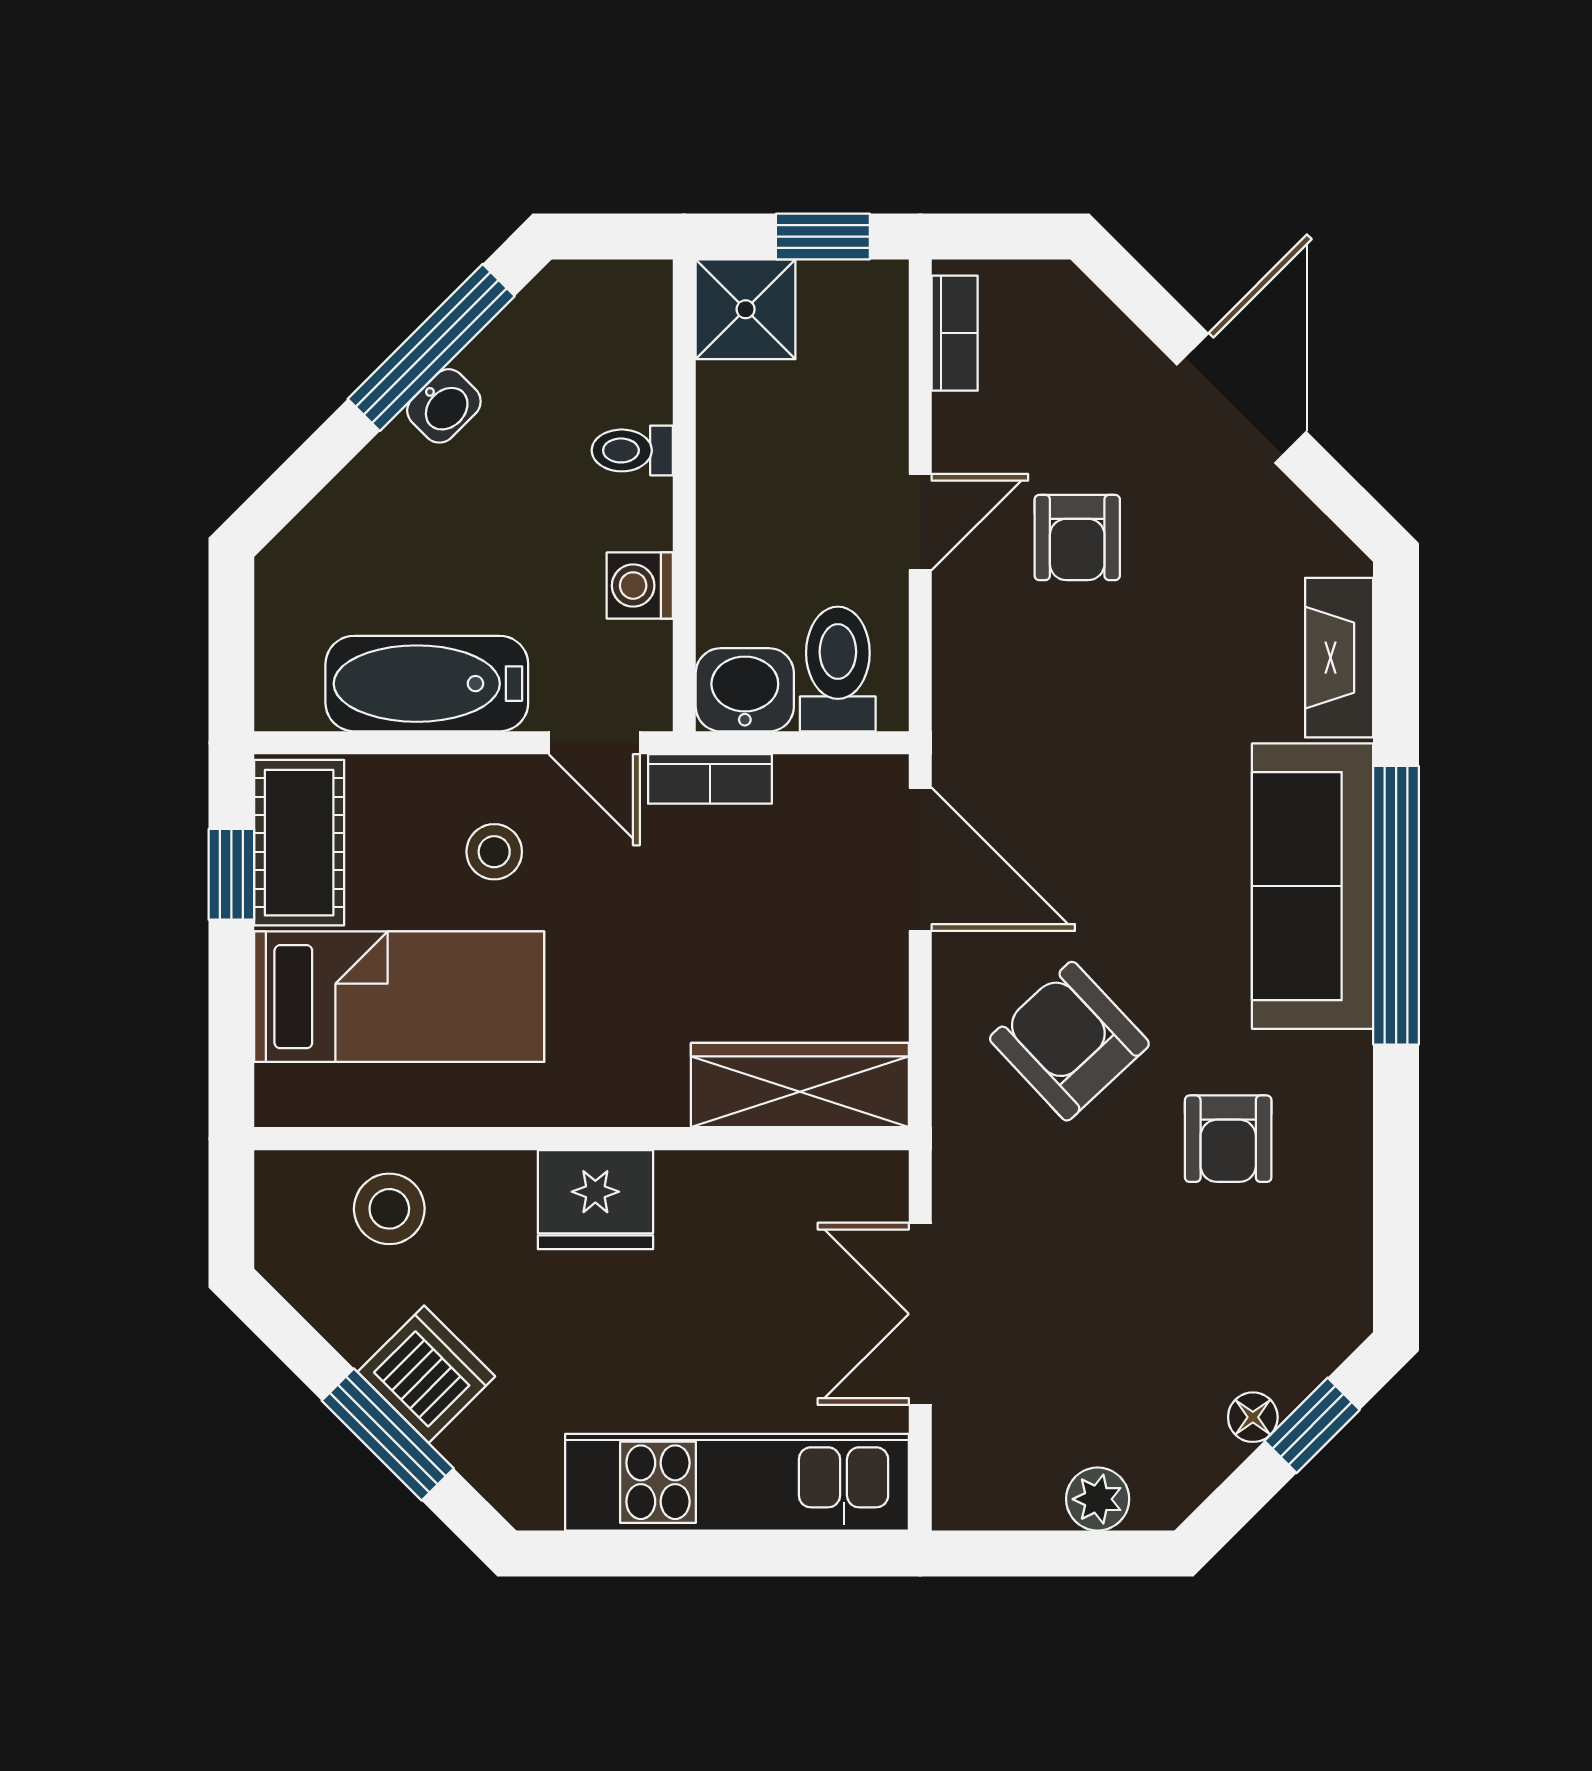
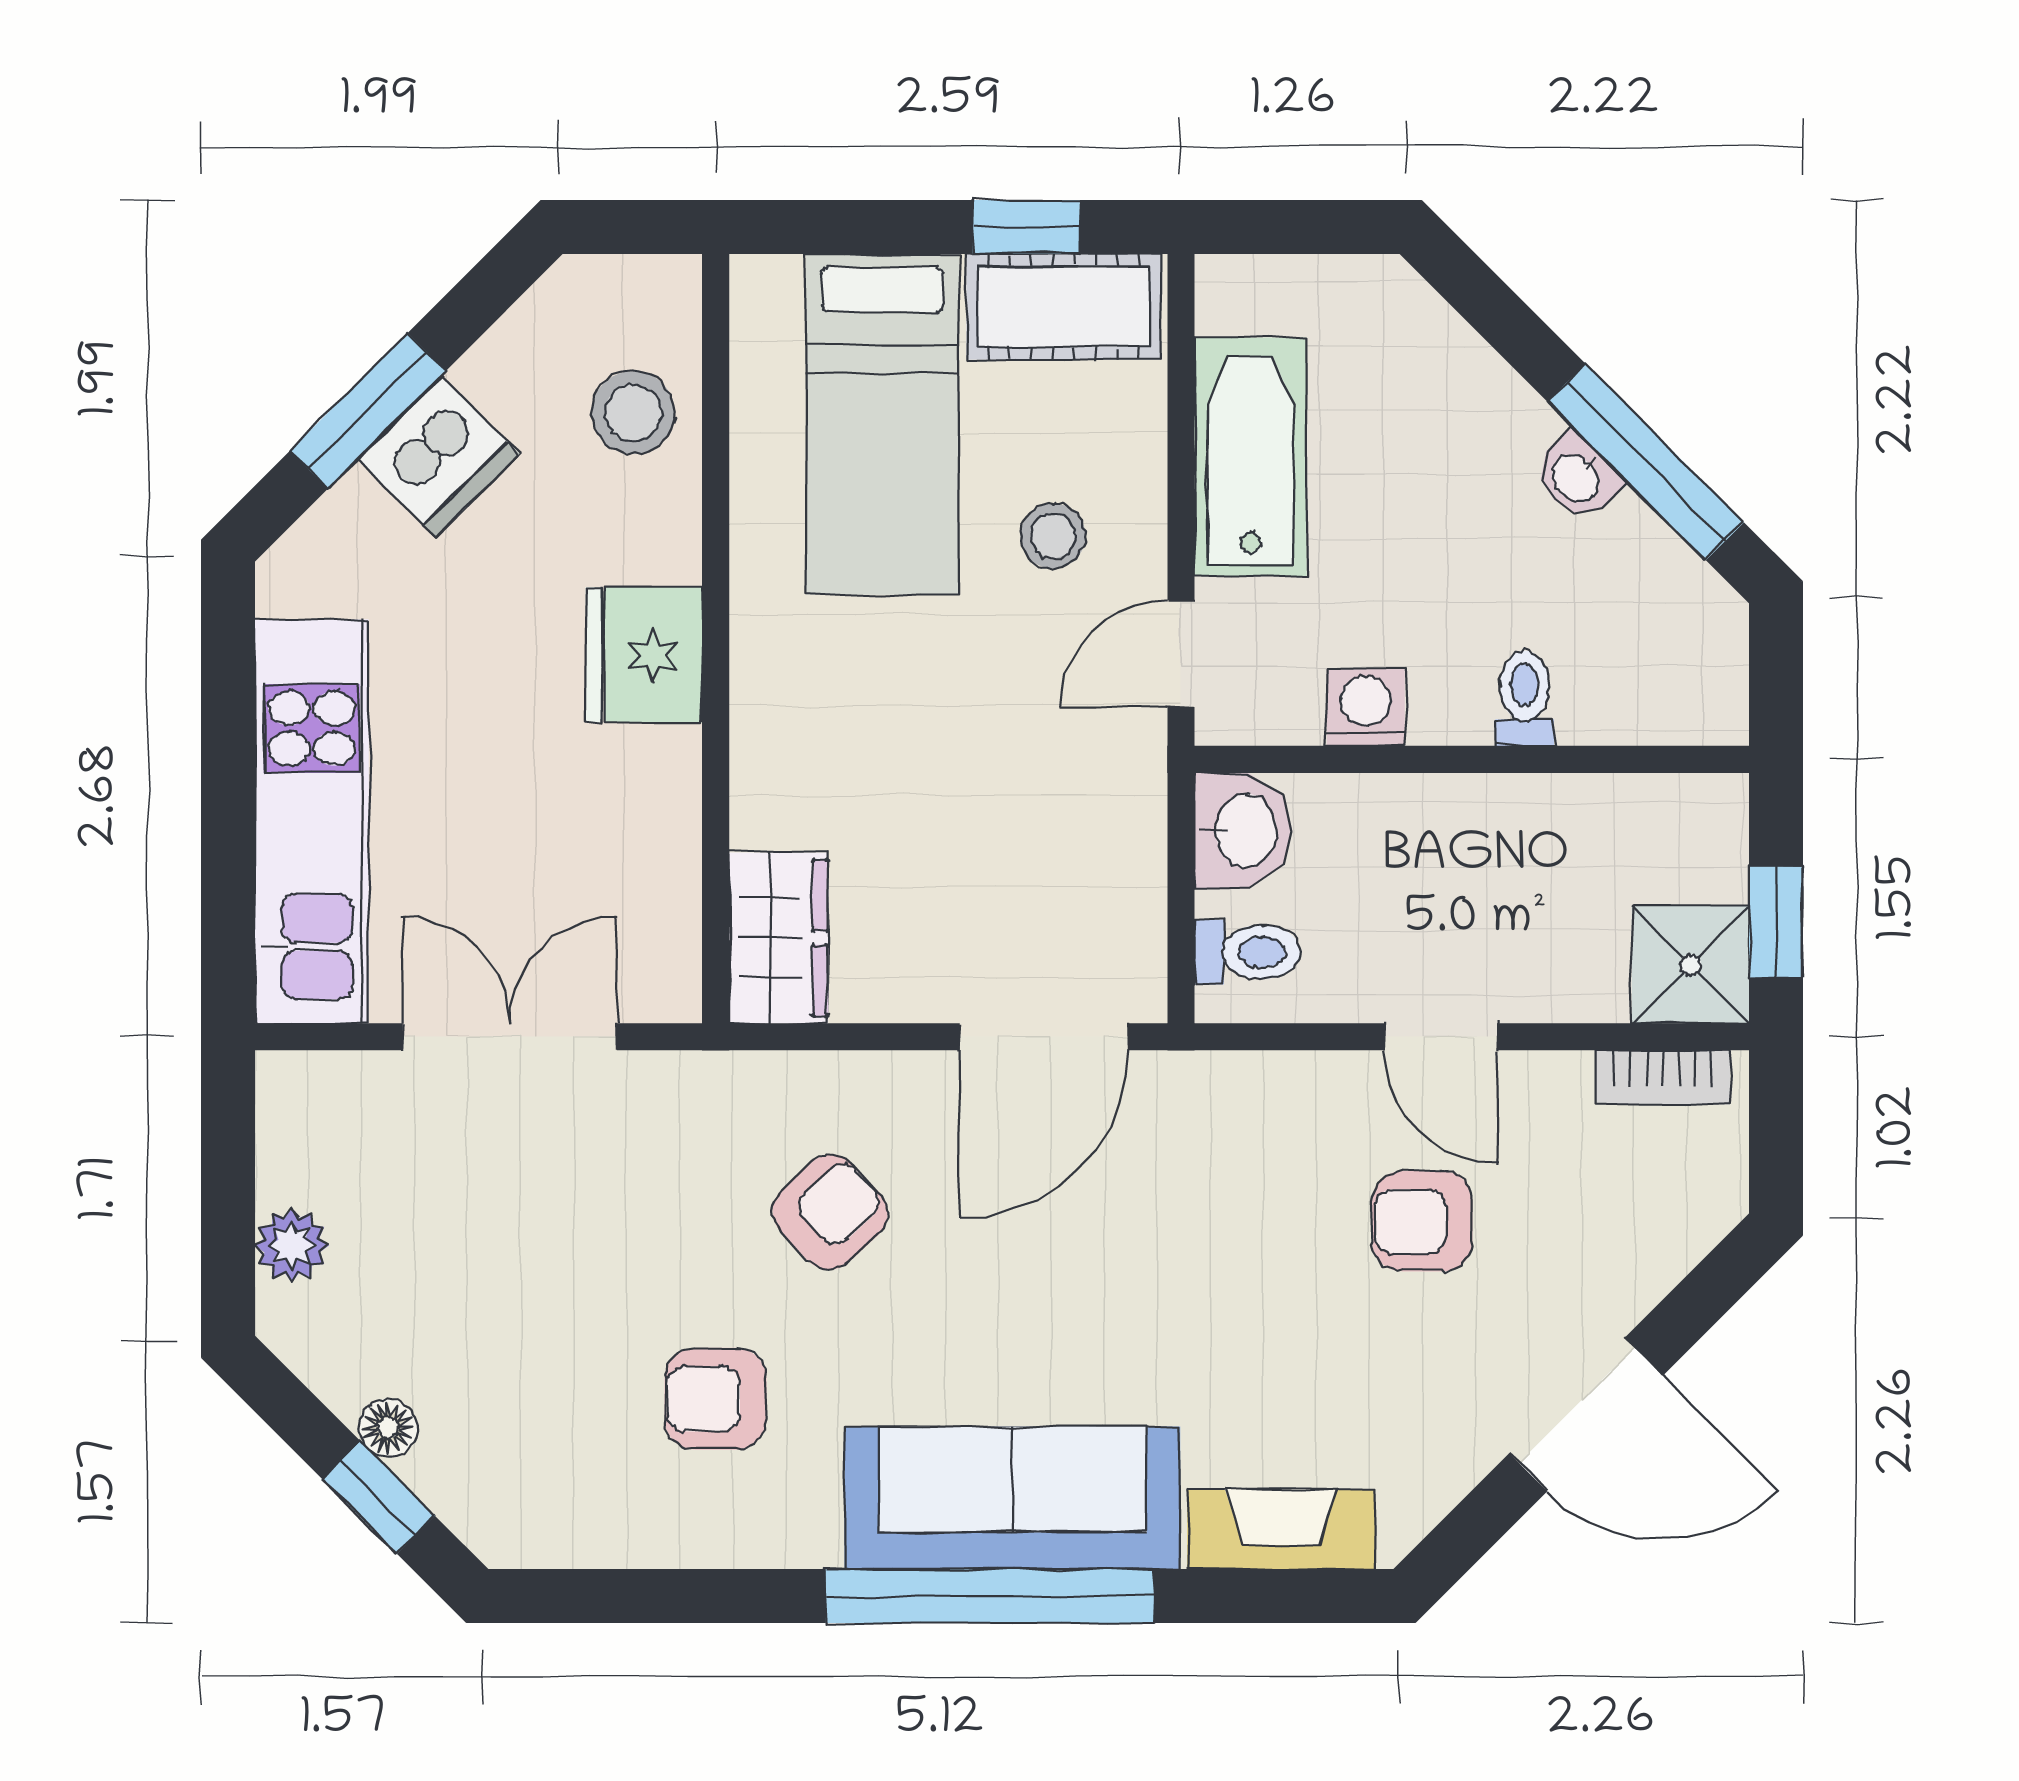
shower: (746, 309) -> (1691, 965), moved
toilet: (838, 669) -> (1247, 952), width x0.73, depth x0.72
bookcase: (710, 779) -> (1138, 790), removed
armchair: (1069, 1041) -> (830, 1212), width x0.72, depth x0.72
wardrobe: (800, 1085) -> (779, 938), width x0.67

